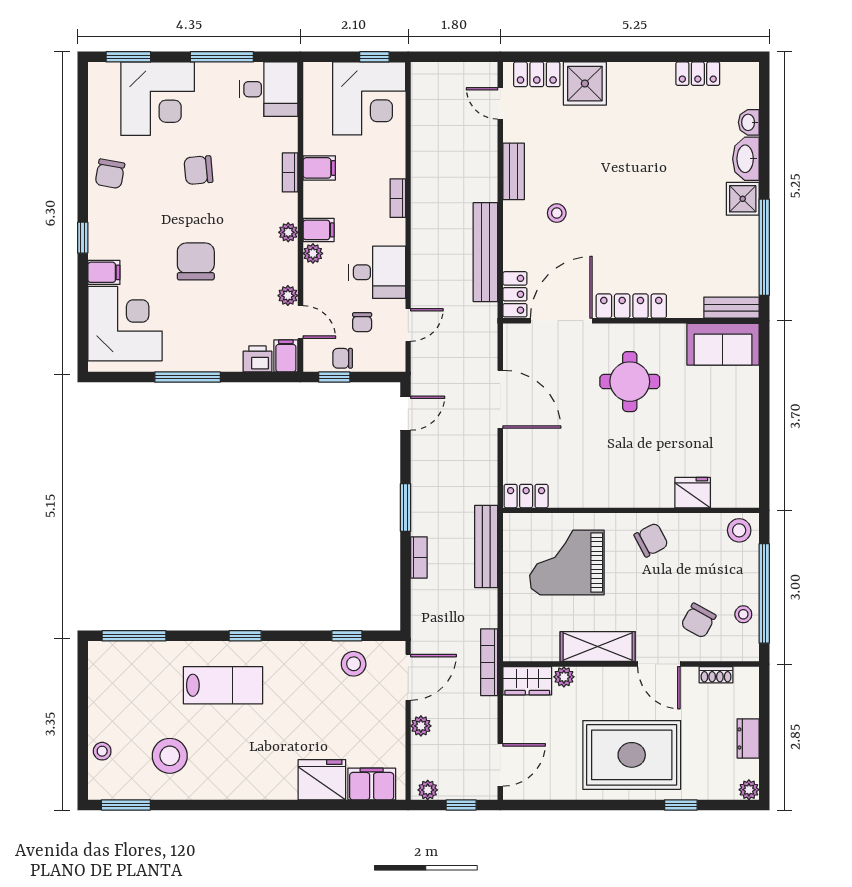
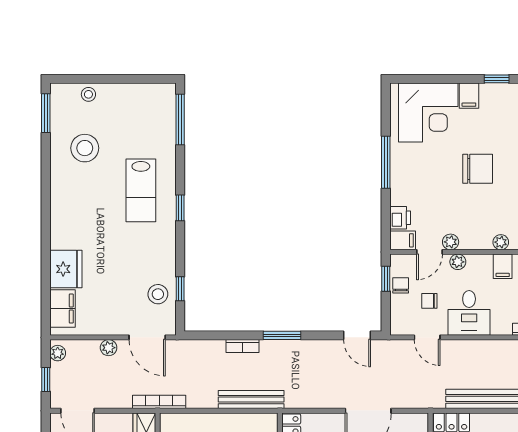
plant: (313, 253) -> (458, 262), moved

